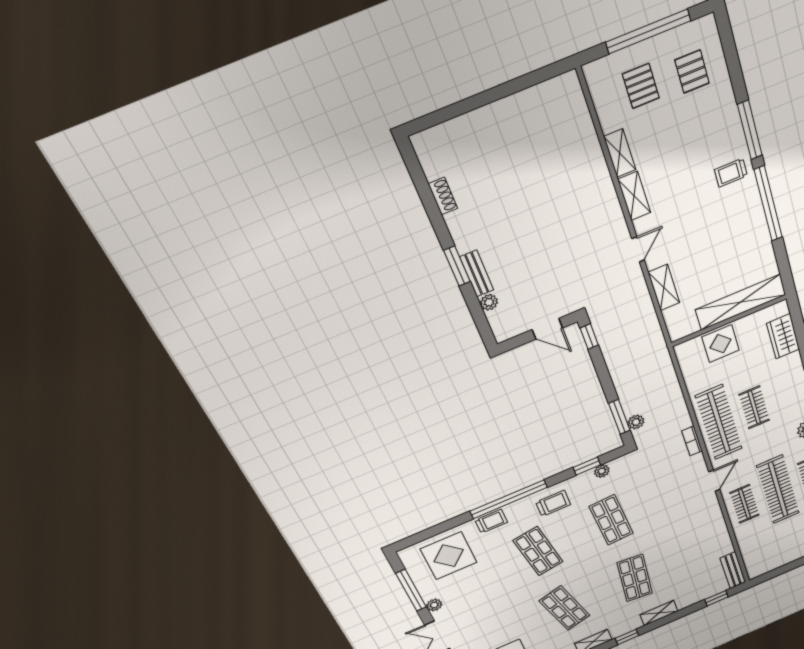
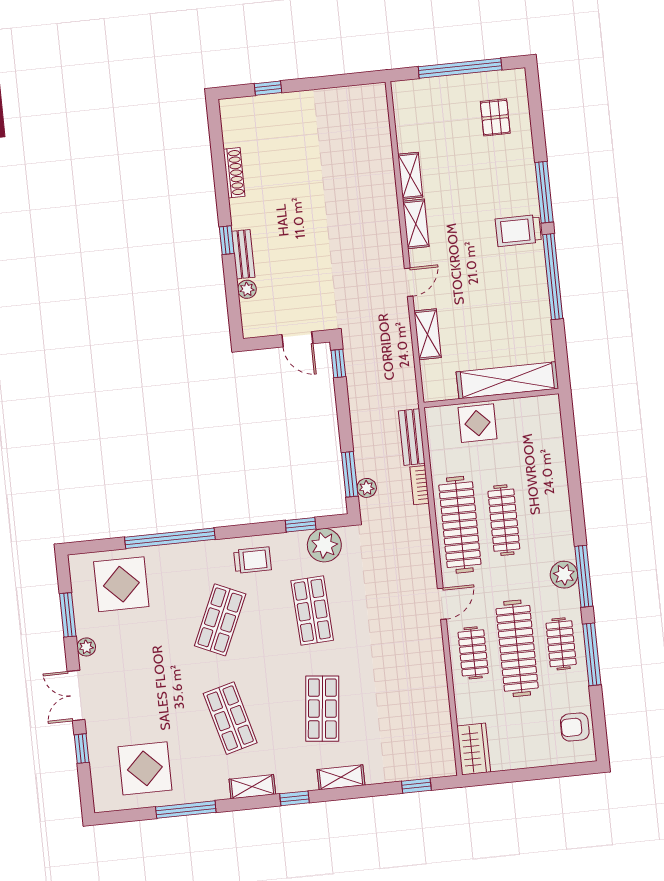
pallet: (641, 86) -> (443, 117), removed
window: (456, 110) -> (268, 88), added
trolley: (731, 173) -> (518, 231), width x1.36, depth x1.39
shoe rack: (443, 196) -> (234, 173), width x1.43
window: (457, 266) -> (227, 240), width x0.67
wardrobe: (783, 336) -> (474, 749), moved, turned 180
clothes rail: (754, 407) -> (504, 520), width x1.36
bookcase: (692, 441) -> (420, 485), moved
plant: (602, 471) -> (324, 545), width x1.88, depth x1.88
window: (509, 499) -> (170, 538), moved
trolley: (491, 521) -> (179, 556), removed
shop shelf: (538, 551) -> (220, 620), turned 33
bench: (733, 570) -> (412, 437), moved
window: (411, 590) -> (68, 615), width x0.69

